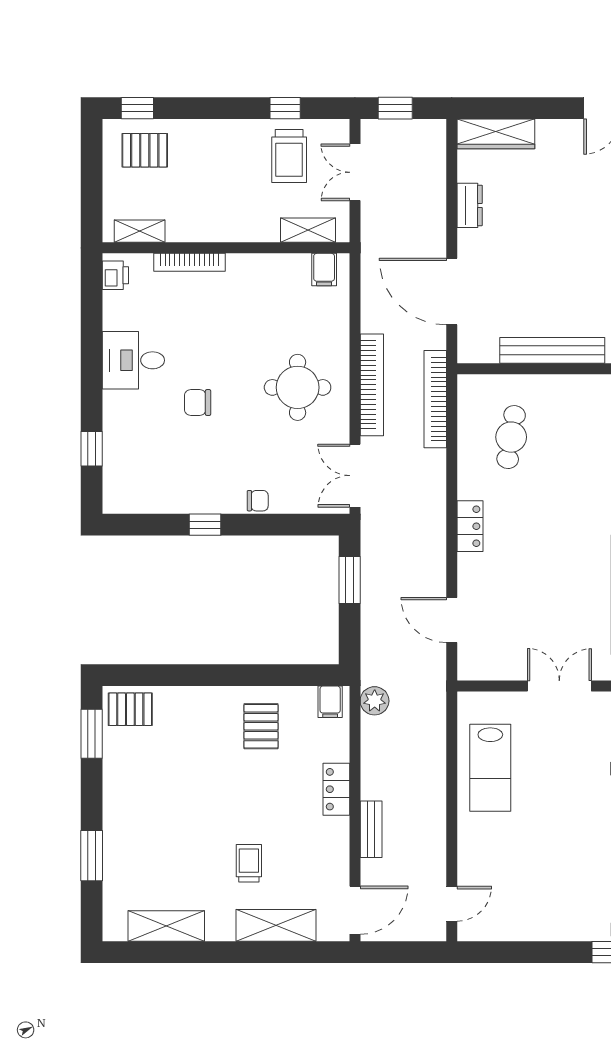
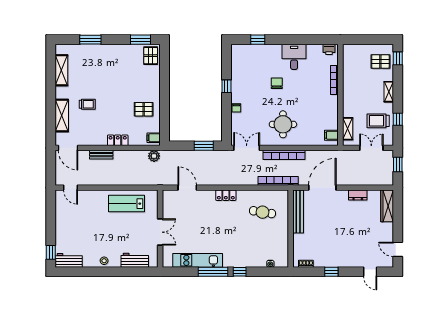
pallet: (145, 150) -> (380, 62), turned 90
shelving: (140, 231) -> (389, 92), moved
bench: (552, 350) -> (298, 211), moved
door: (452, 620) -> (187, 188), hinge flipped

